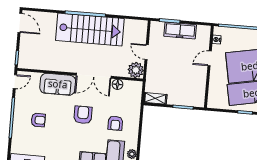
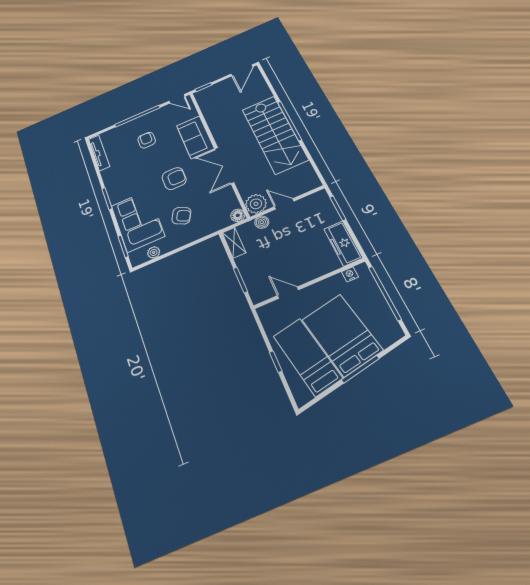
freezer: (180, 31) -> (343, 243), moved
door: (147, 52) -> (284, 204), hinge flipped
door: (210, 58) -> (288, 293), moved
boiler: (151, 73) -> (262, 222), added
floor lamp: (118, 84) -> (238, 215), moved
armchair: (38, 120) -> (147, 140), turned 180
armchair: (115, 123) -> (181, 216), turned -152

